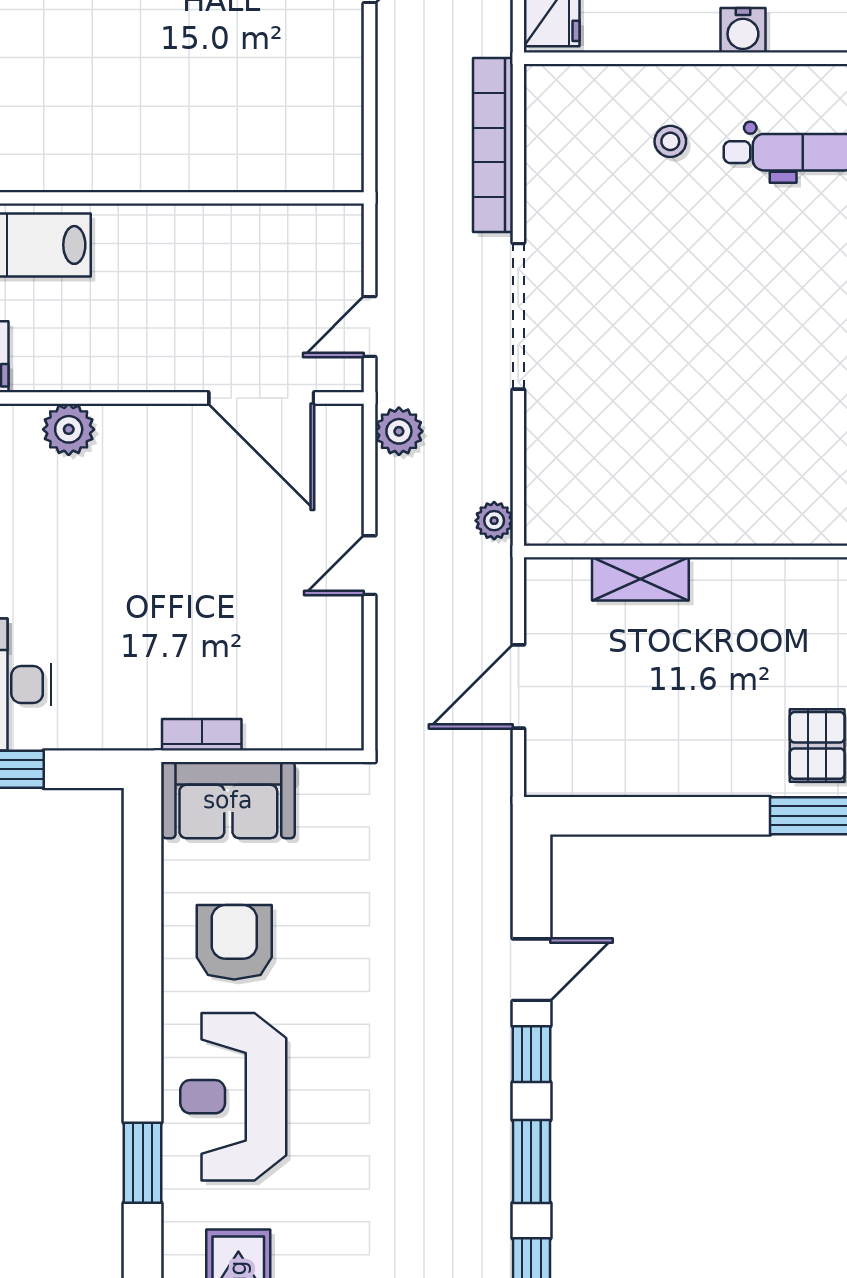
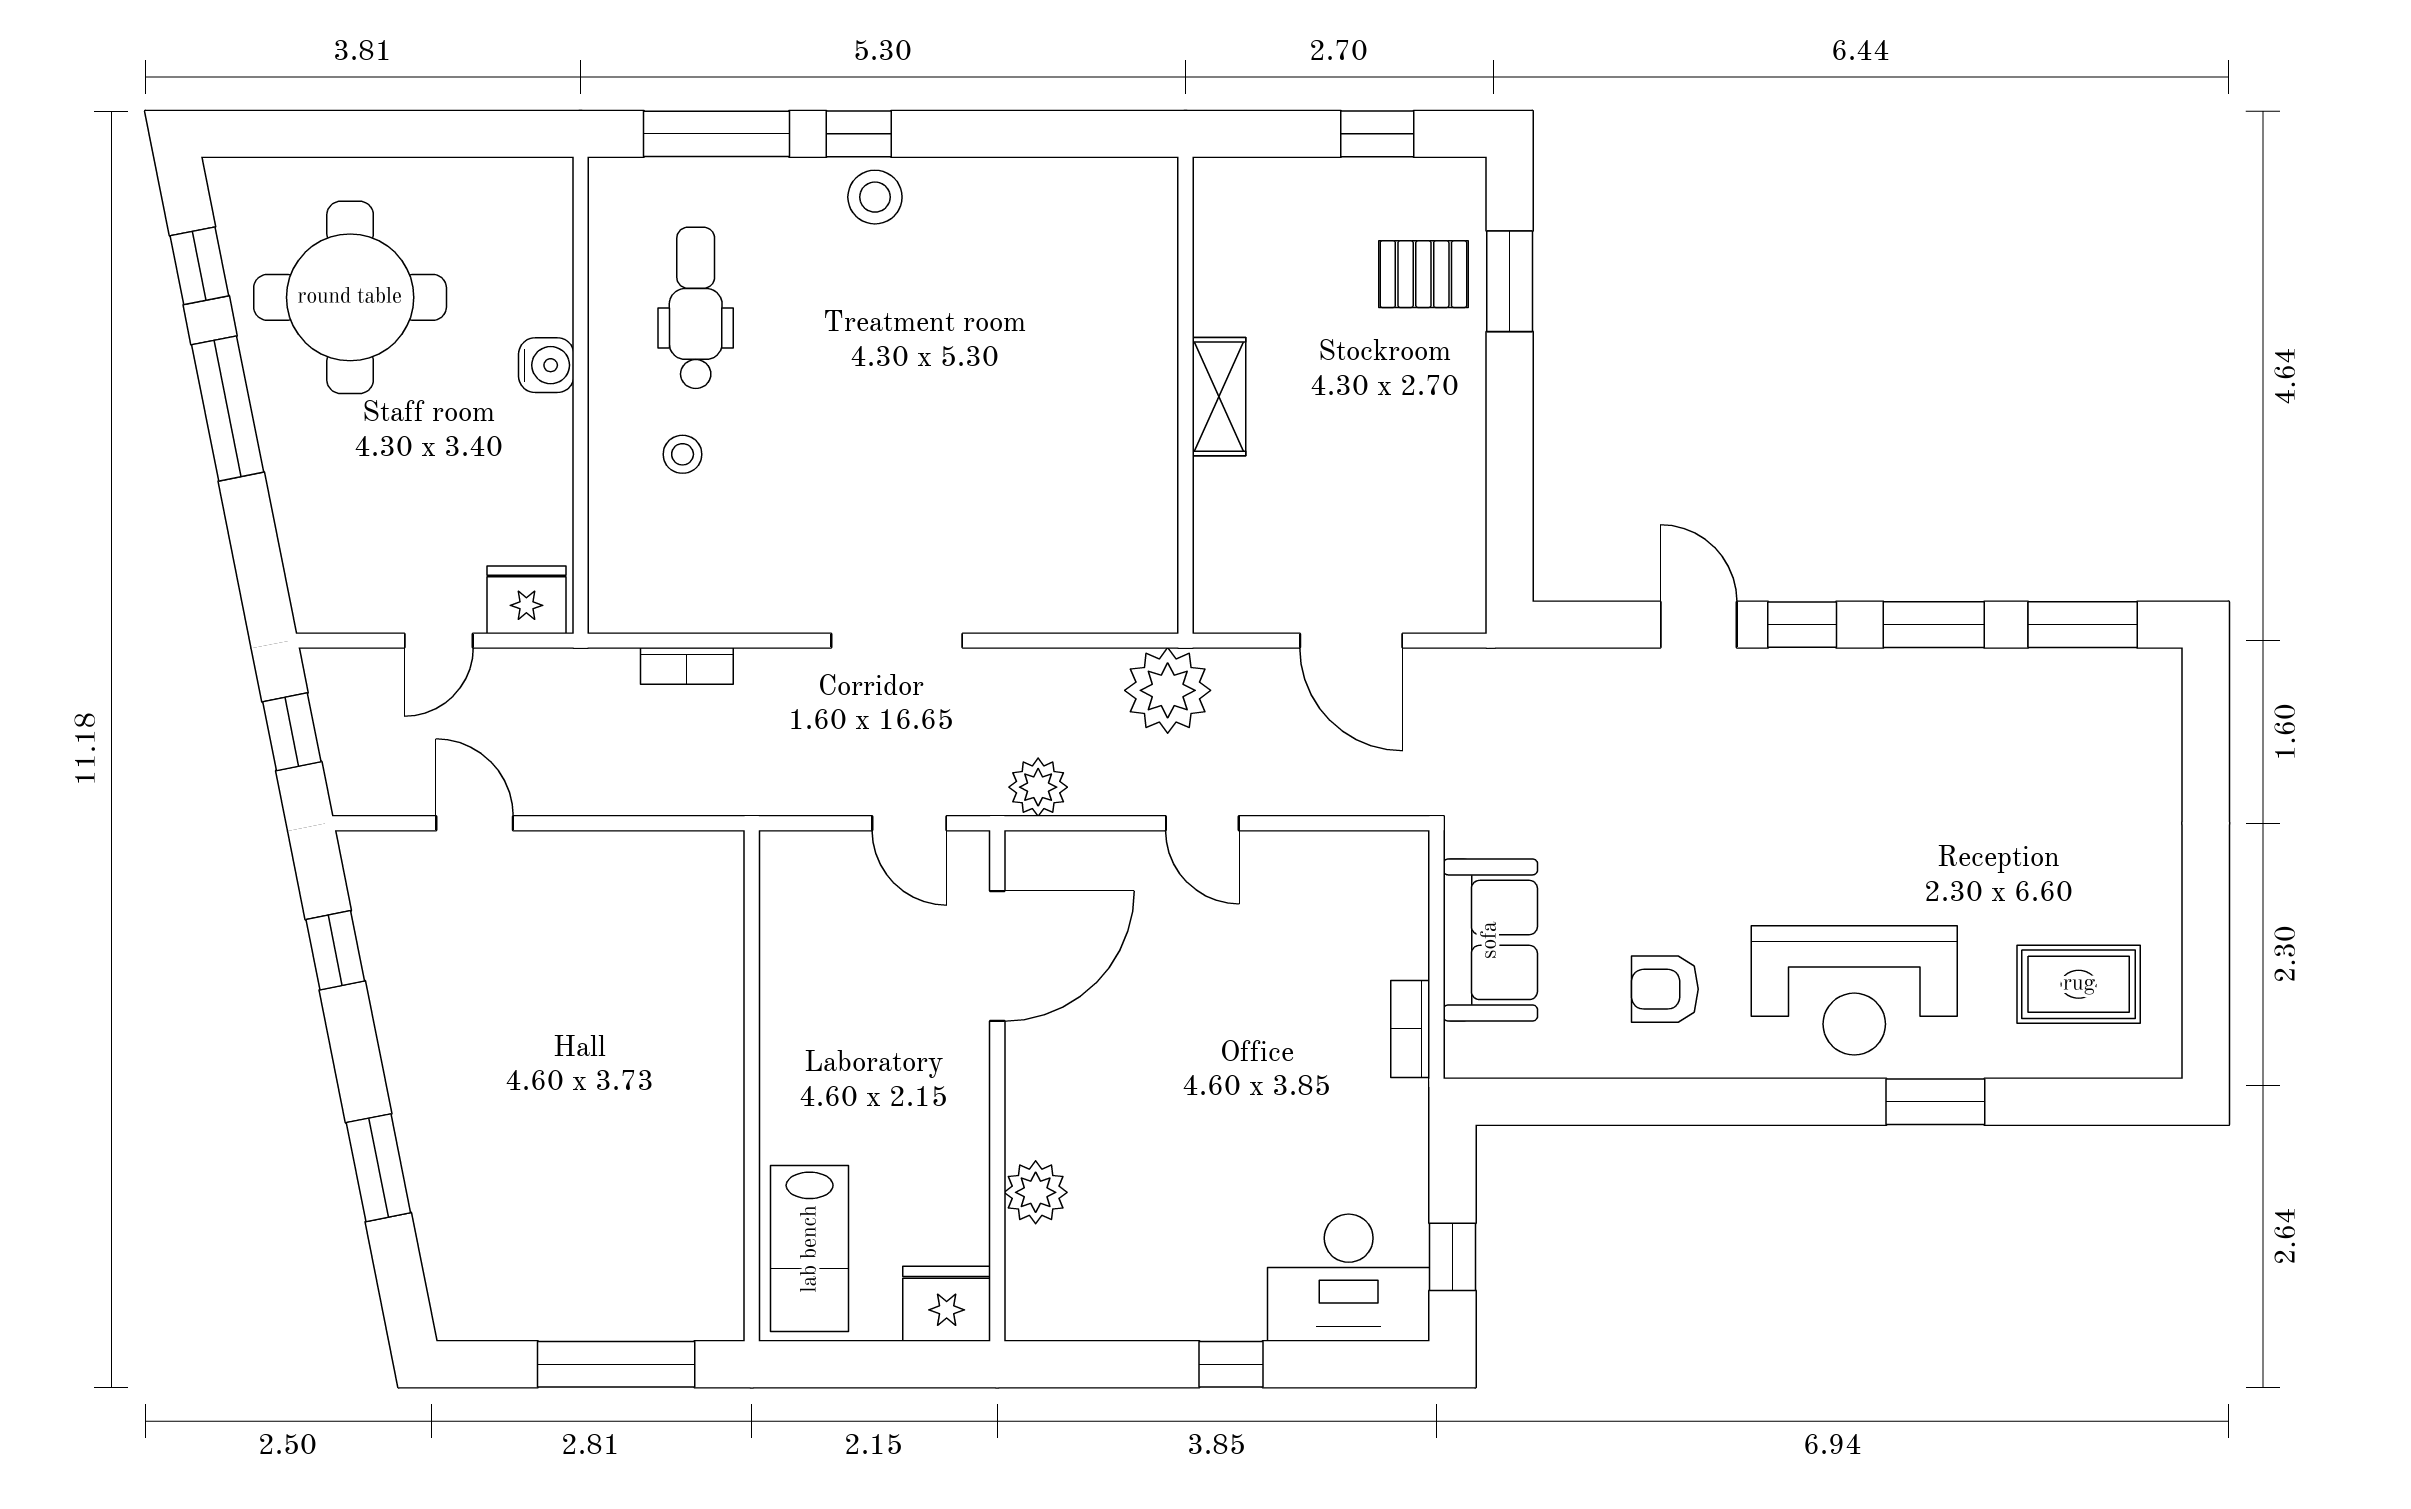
bookcase: (493, 145) -> (687, 666), width x0.43, depth x0.76
doorway: (518, 316) -> (897, 641), width x0.73
plant: (494, 521) -> (1168, 690), width x1.88, depth x1.88
shelving: (640, 579) -> (1219, 397), moved
sofa: (228, 800) -> (1490, 940), moved
armchair: (234, 942) -> (1665, 989), width x0.72, depth x0.72

